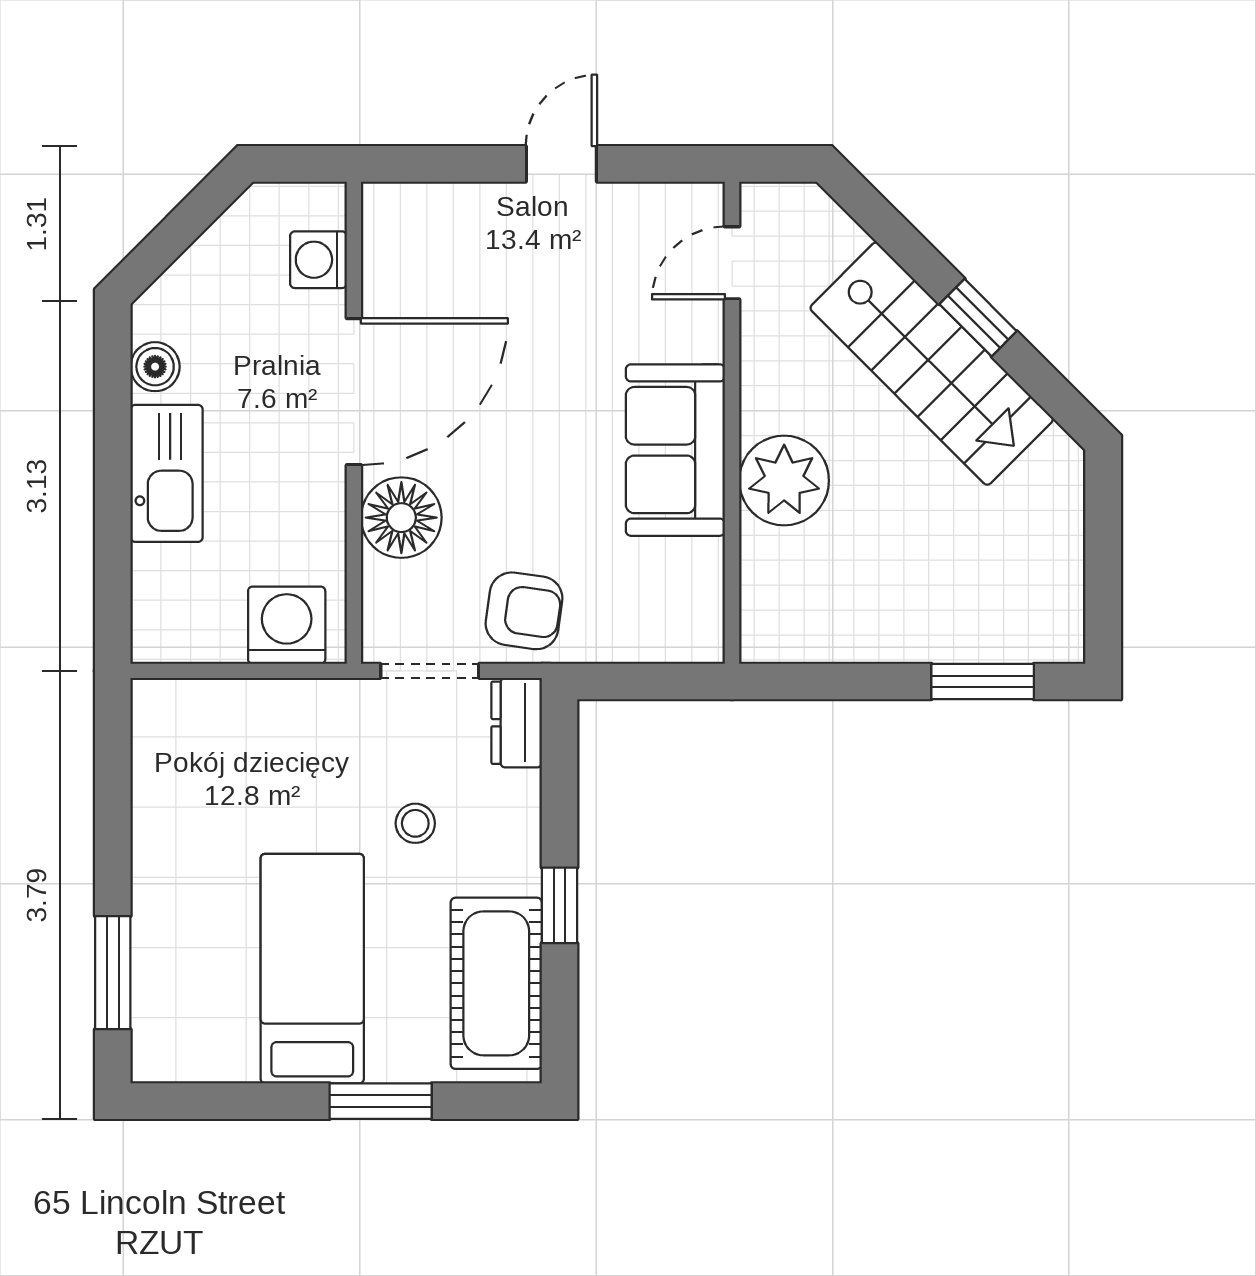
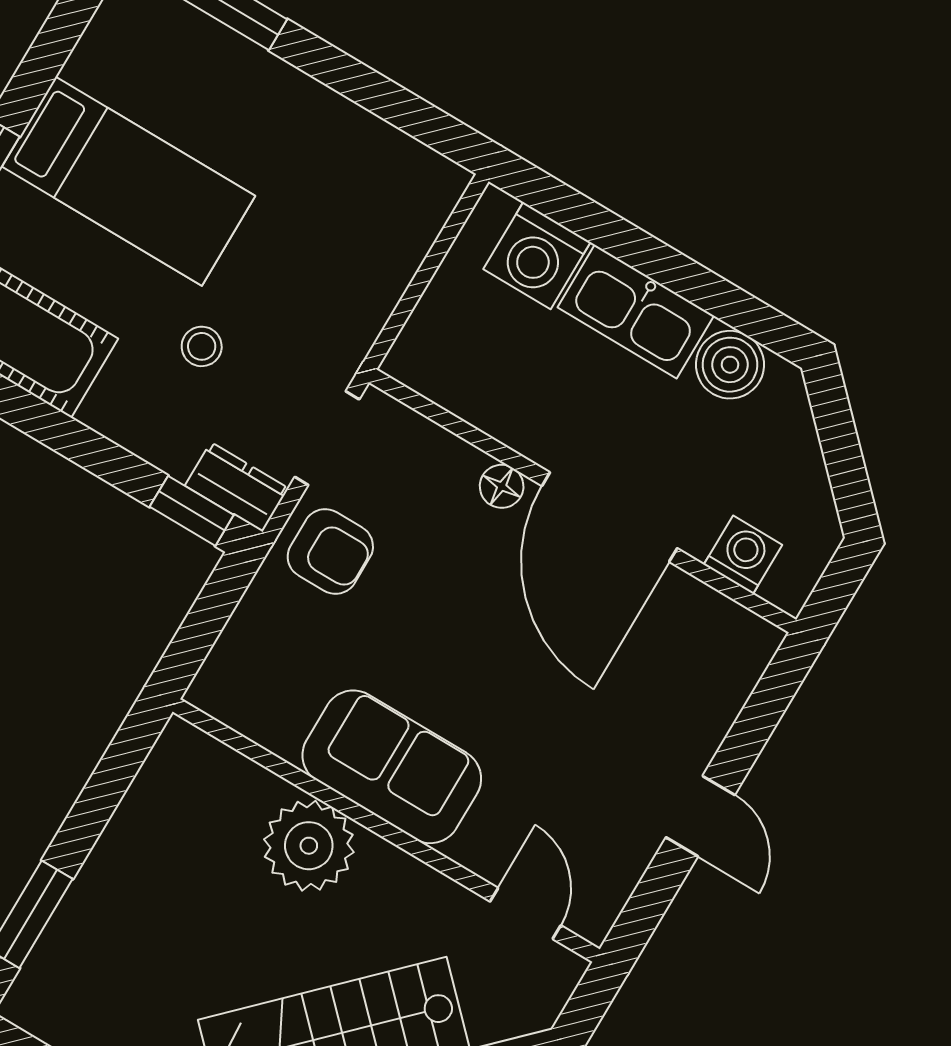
boiler: (155, 367) -> (730, 365), width x1.36, depth x1.36
floor lamp: (401, 518) -> (502, 486), width x0.53, depth x0.53
armchair: (524, 611) -> (330, 551), turned -98
washing machine: (287, 625) -> (537, 256), moved, turned 90
window: (560, 905) -> (192, 511), moved

